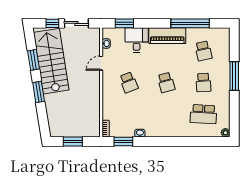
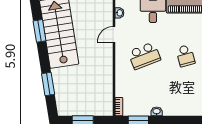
school desk: (129, 82) -> (144, 56), width x1.85
window: (39, 92) -> (48, 84), moved

